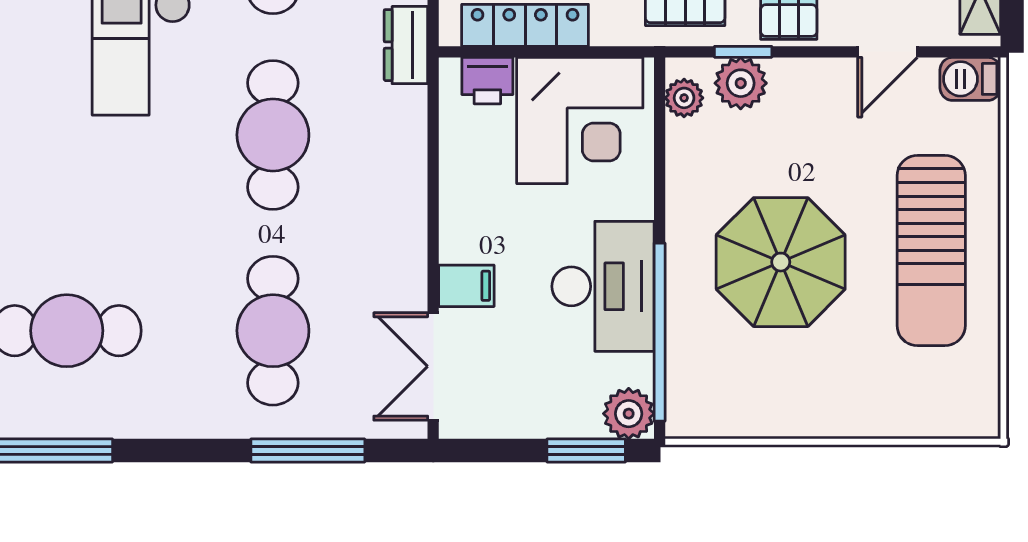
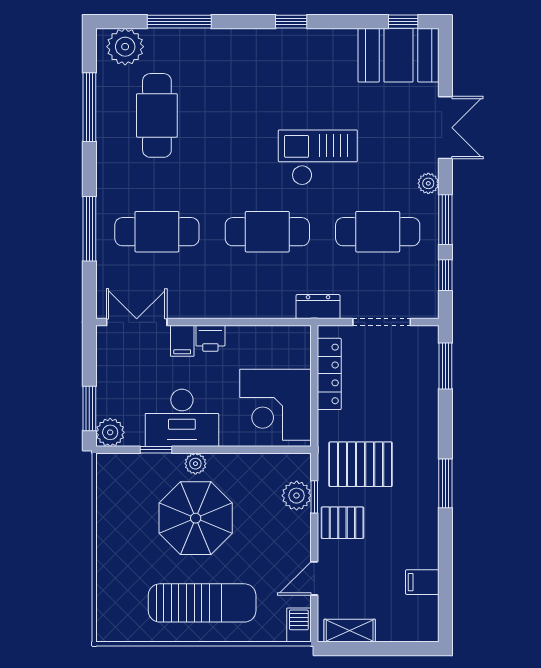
door: (888, 52) -> (314, 578), hinge flipped
printer: (487, 81) -> (210, 338), moved, turned -90
plant: (684, 98) -> (195, 464), moved
sun lounger: (931, 251) -> (202, 603), turned 180
window: (660, 332) -> (156, 450), width x0.32
window: (308, 451) -> (89, 229), moved

